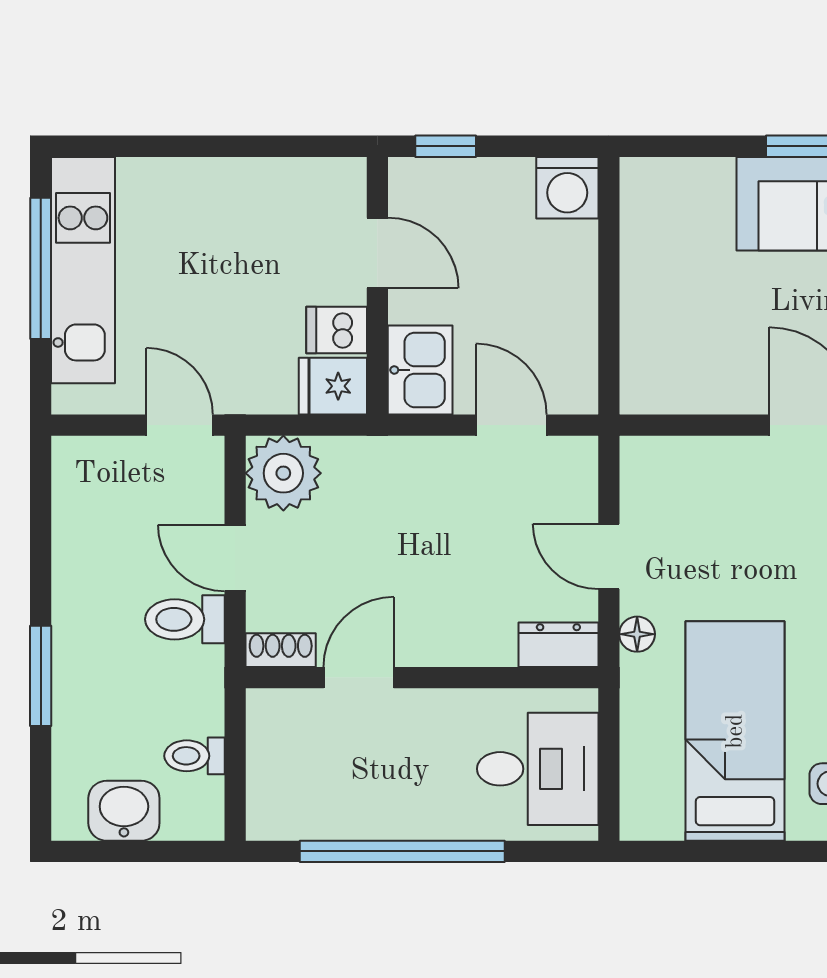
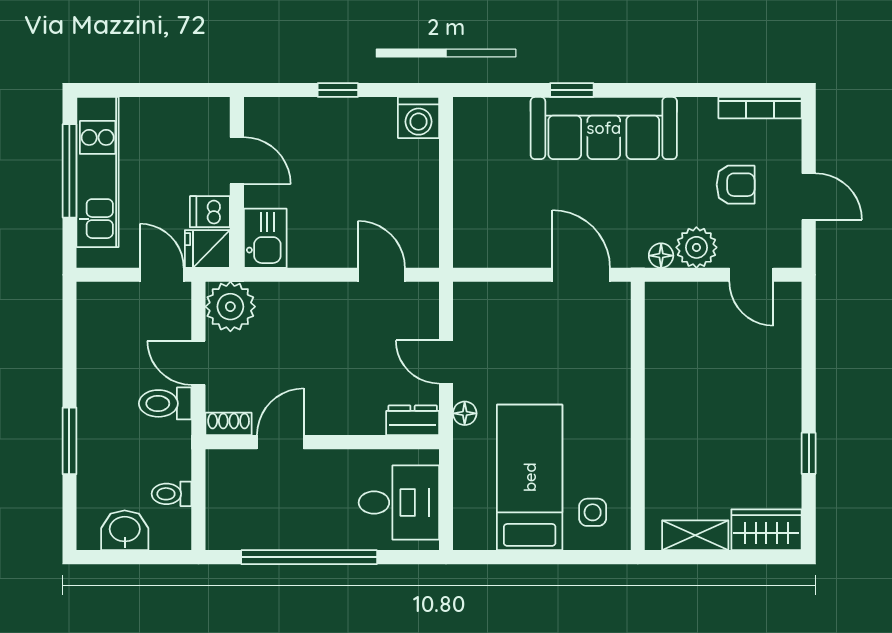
door: (377, 253) -> (237, 161), moved
wall: (377, 286) -> (237, 182), moved
dishwasher: (337, 330) -> (210, 212), moved
kitchen sink: (420, 370) -> (265, 238), moved
fridge: (333, 386) -> (207, 249), moved

